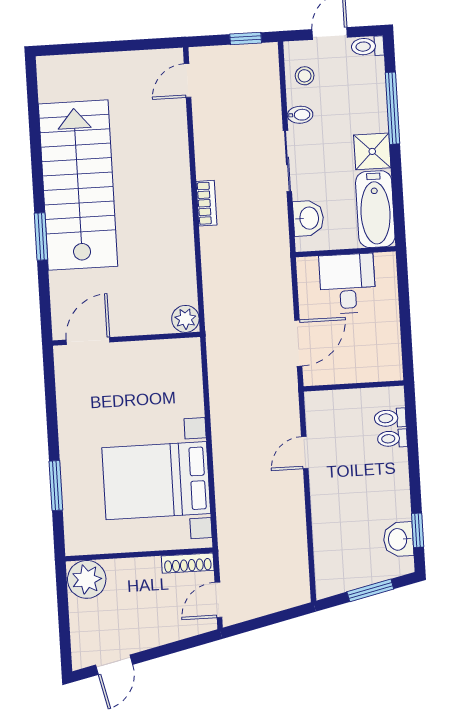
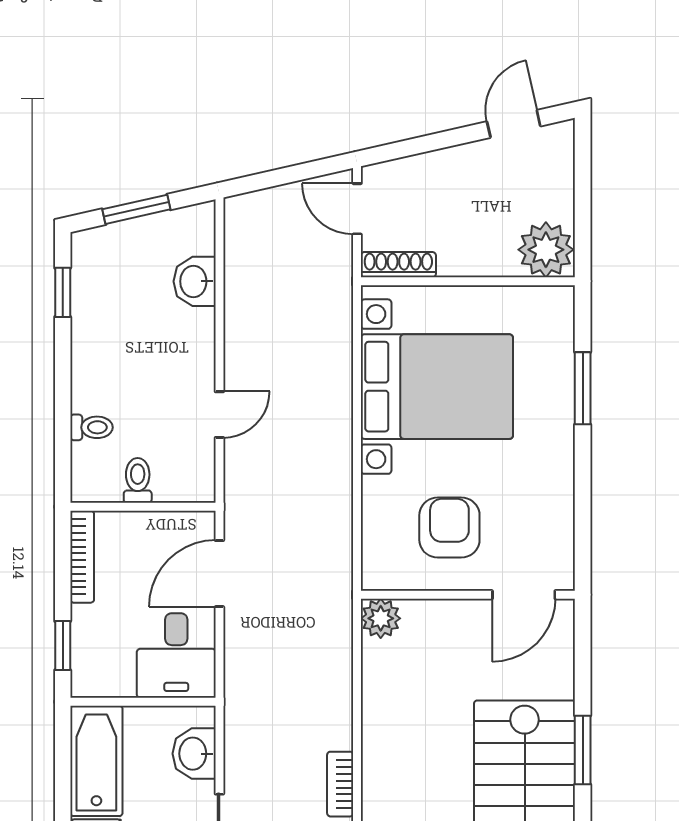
desk: (347, 284) -> (176, 655), moved
window: (403, 287) -> (63, 646), added
bookcase: (393, 349) -> (82, 557), added
armchair: (142, 384) -> (449, 528), added
toilet: (390, 418) -> (138, 480), moved, turned -90
washbasin: (398, 539) -> (195, 281), moved, turned 180
door: (218, 600) -> (357, 209), swing flipped

